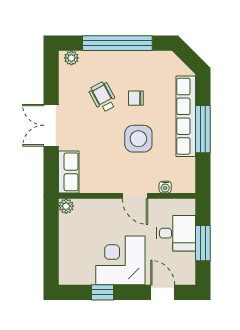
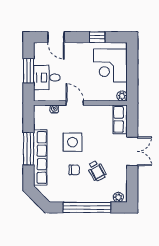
corner desk: (120, 260) -> (110, 66), moved, turned 90

